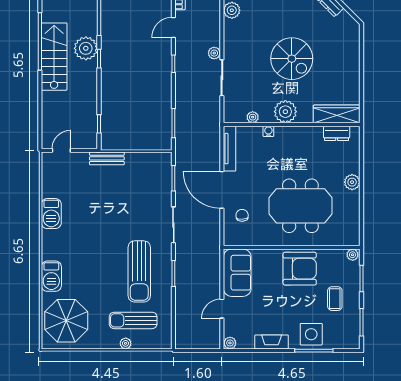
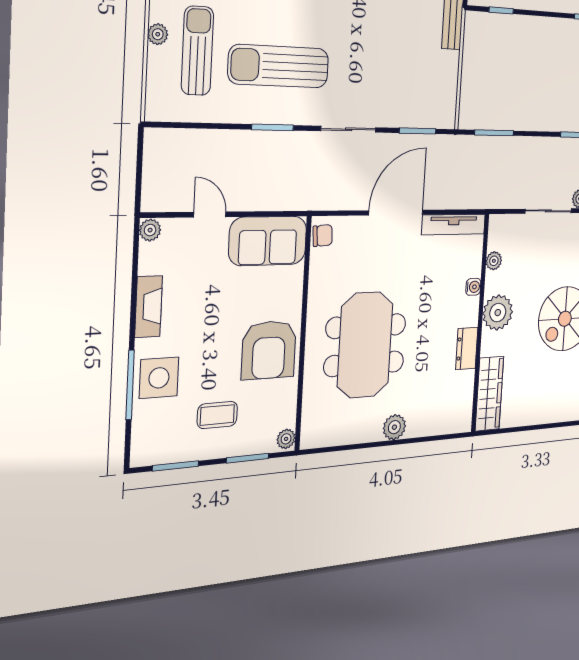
dresser: (337, 133) -> (467, 348), moved
chair: (242, 215) -> (323, 235), moved

